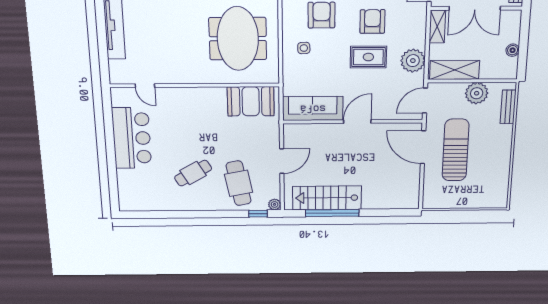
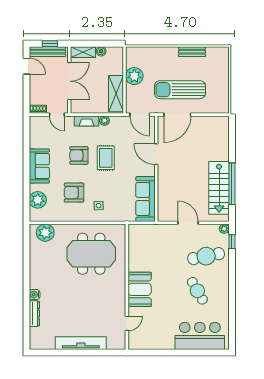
shelving: (437, 27) -> (83, 52), moved
fireplace: (419, 31) -> (86, 121), added
plant: (413, 61) -> (104, 121), width x0.53, depth x0.53
booth: (251, 101) -> (140, 289), moved
bench: (508, 107) -> (192, 52), moved
door: (357, 122) -> (156, 154), moved
bar counter: (132, 138) -> (200, 336), moved

